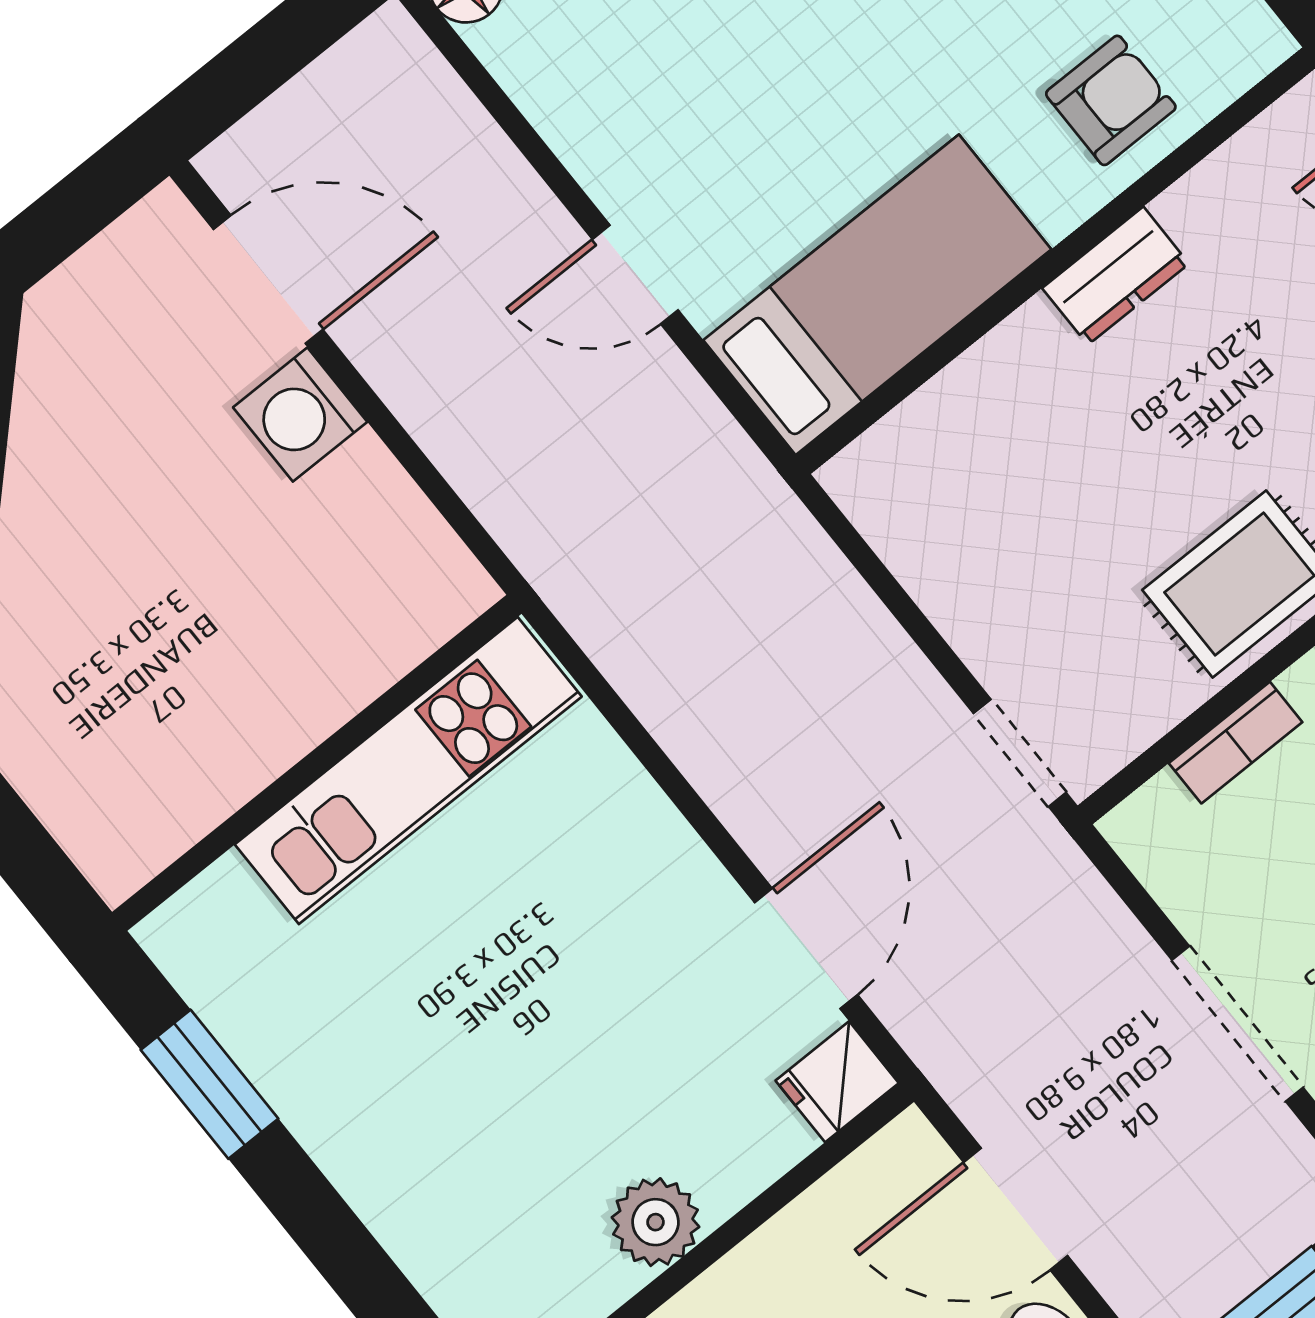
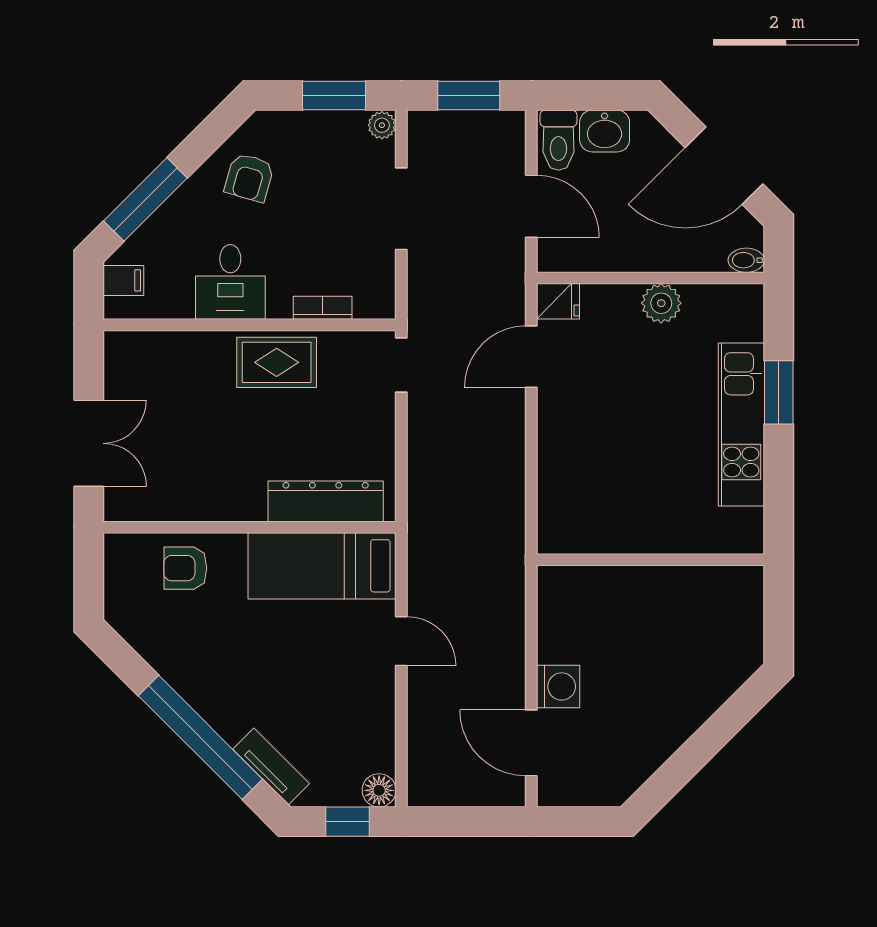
dresser: (1116, 276) -> (326, 501), moved, width x1.96, depth x1.24
kitchen unit: (408, 770) -> (741, 424), moved, turned -90
window: (209, 1084) -> (779, 392), moved

